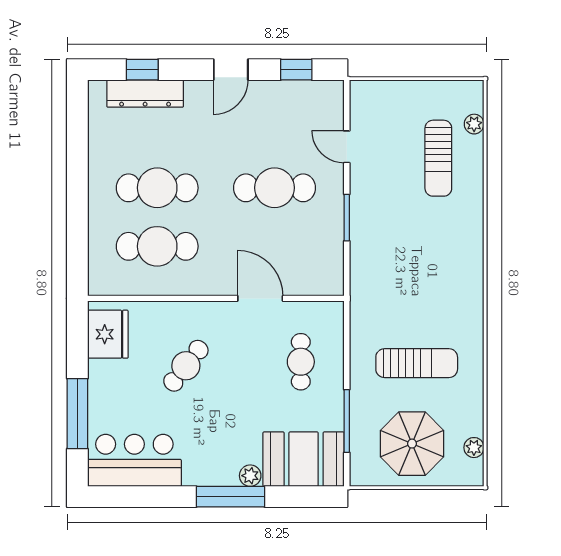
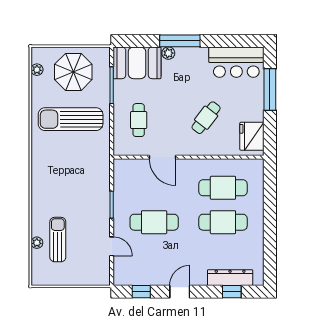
plant: (474, 124) -> (37, 243), moved
sun lounger: (417, 363) -> (71, 119), width x1.36, depth x1.34

